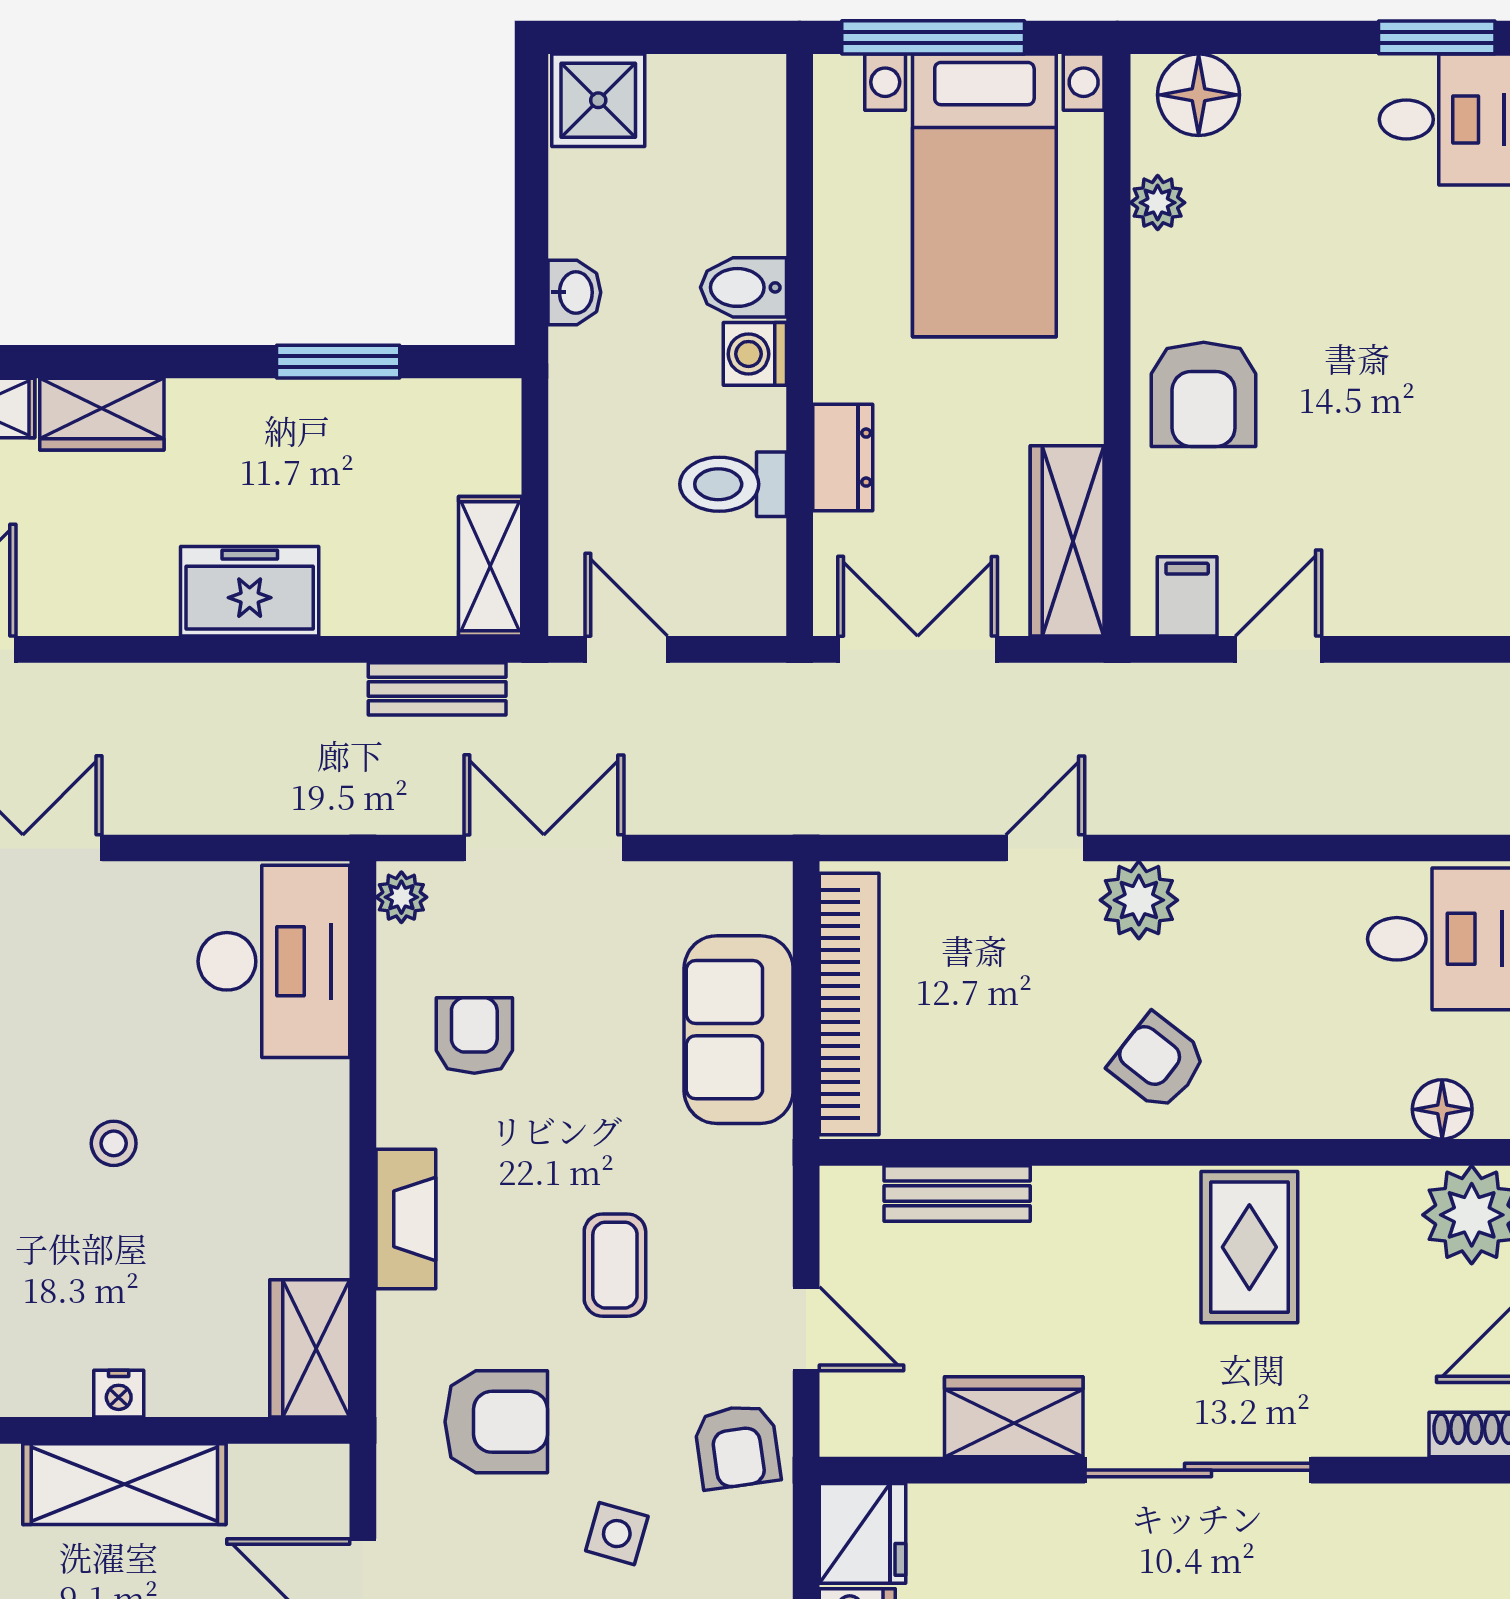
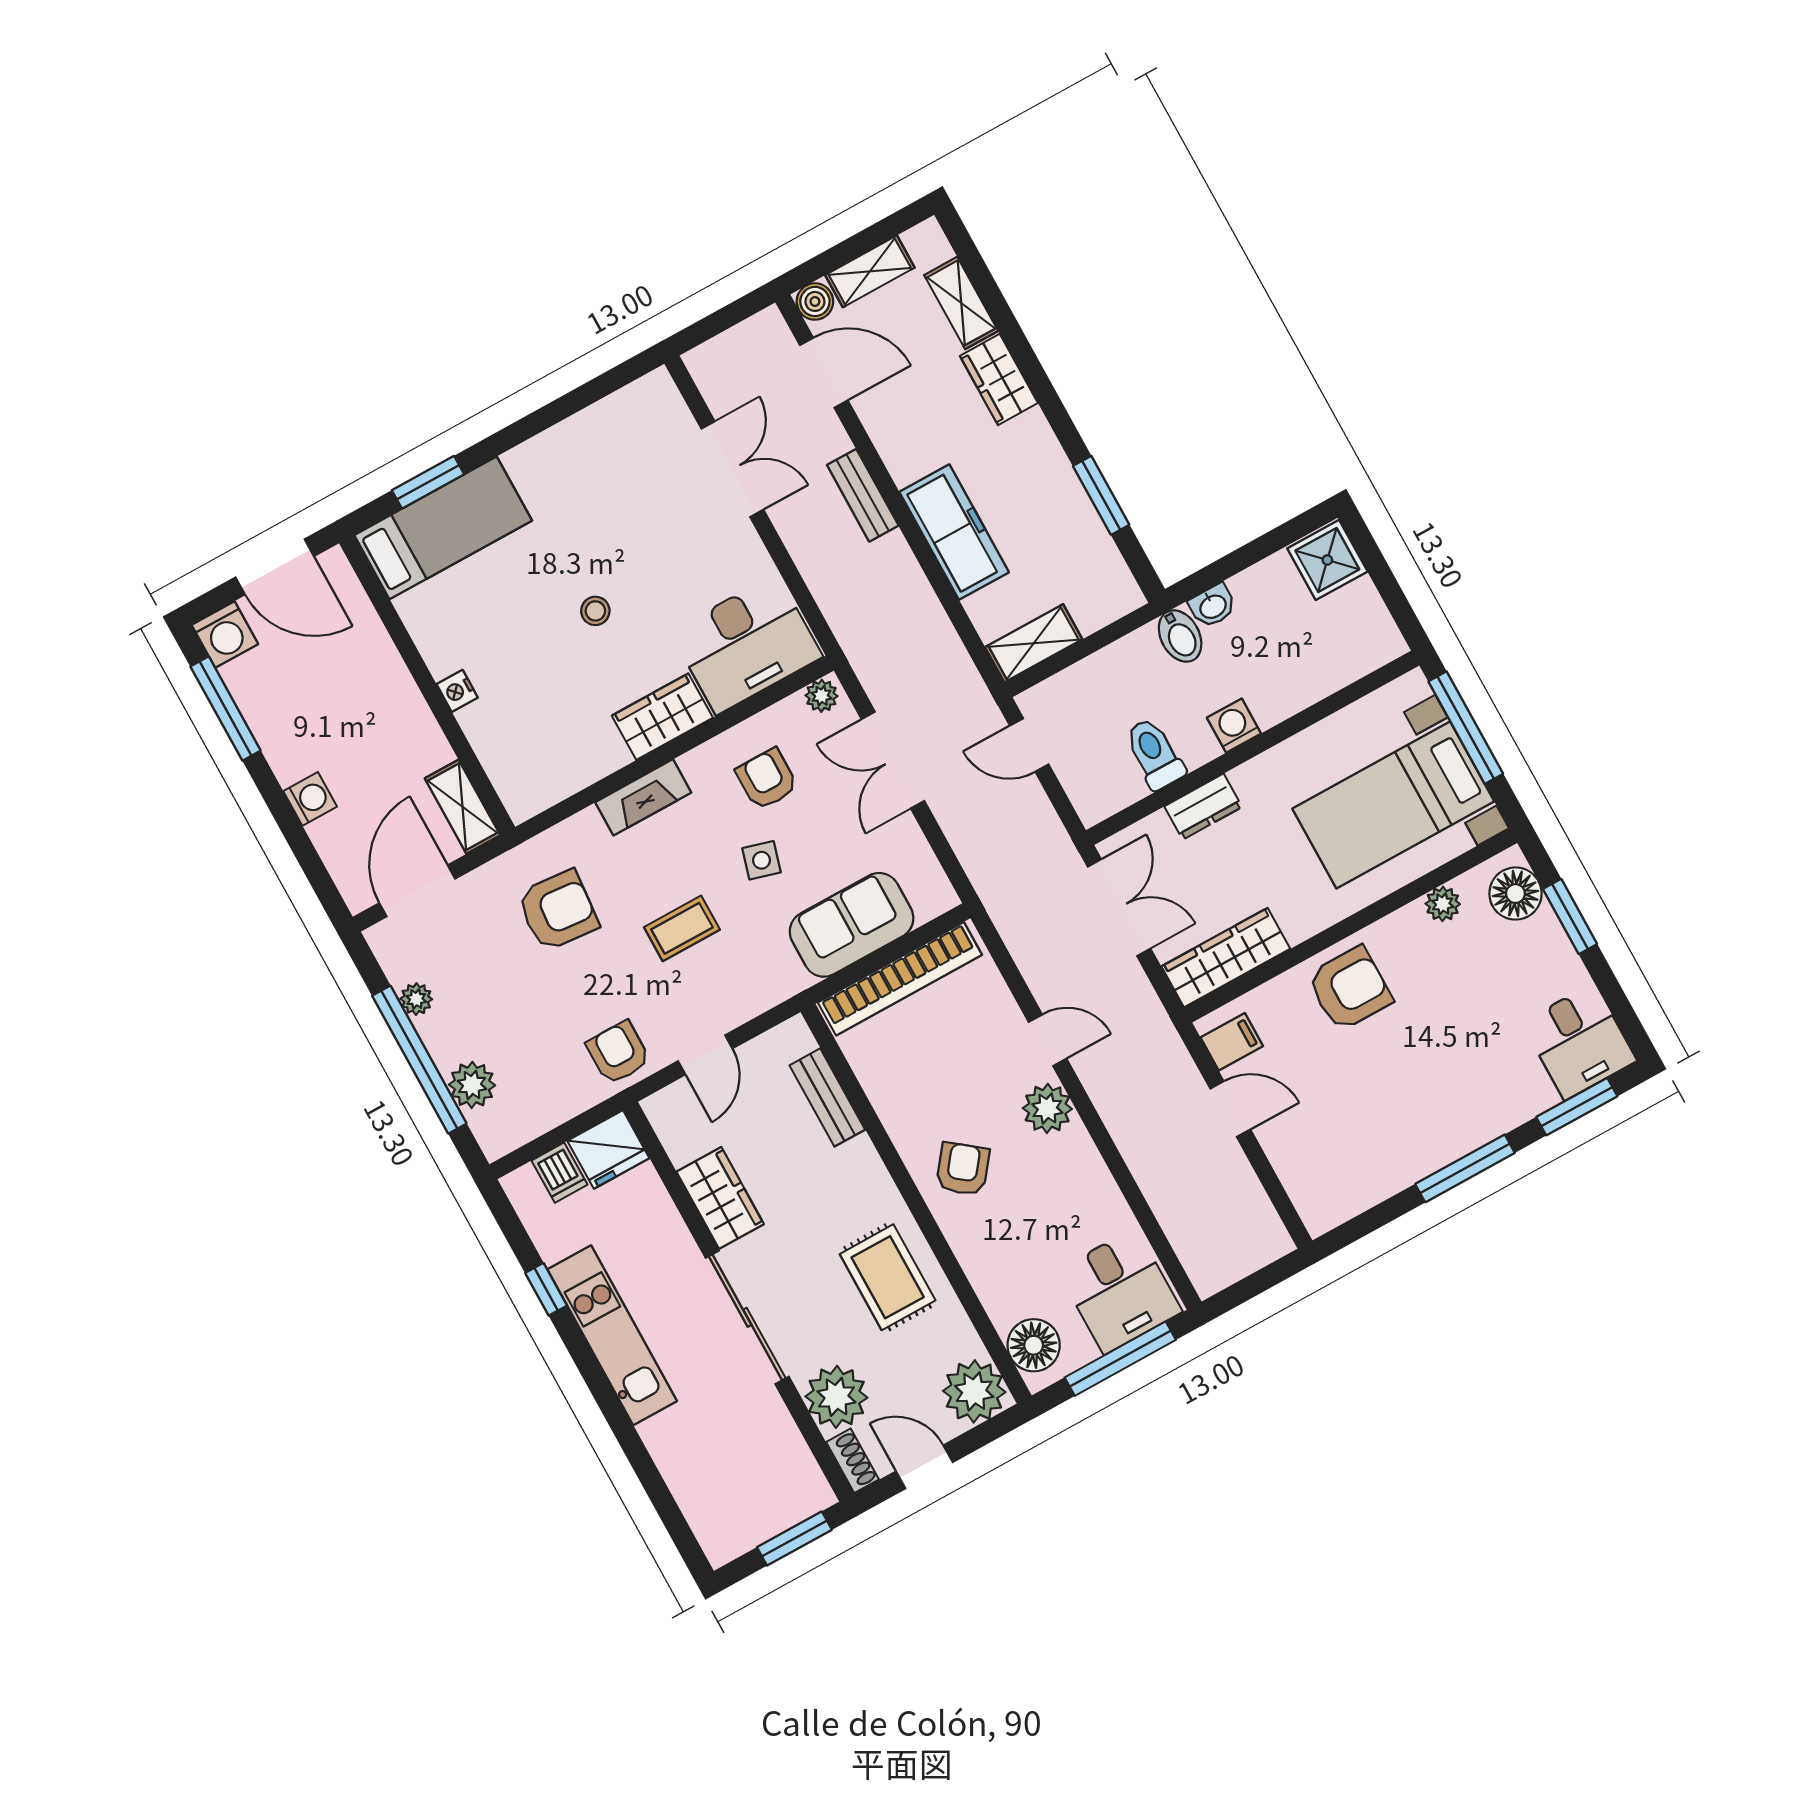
window: (1437, 37) -> (1570, 916), moved
bidet: (743, 287) -> (1180, 636), moved, turned 180
armchair: (1204, 394) -> (1350, 989), turned 180
freezer: (250, 591) -> (954, 532), width x1.40
door: (626, 649) -> (1029, 745), swing flipped
bench: (437, 689) -> (863, 495), moved
double door: (544, 848) -> (893, 760), swing flipped
armchair: (474, 1035) -> (767, 779), turned -90
floor lamp: (1442, 1109) -> (1034, 1345), width x1.38, depth x1.38
rug: (1249, 1247) -> (888, 1277), turned 90
wardrobe: (310, 1348) -> (662, 717), moved
plant: (1375, 1408) -> (836, 1397), added
armchair: (496, 1422) -> (558, 910), turned -85
armchair: (737, 1447) -> (618, 1053), turned 98
shelving: (124, 1484) -> (463, 807), moved, width x0.67, depth x0.75
side table: (617, 1534) -> (761, 860), moved

